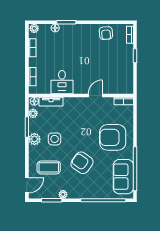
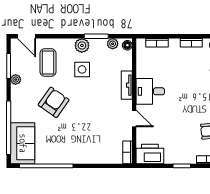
desk: (62, 82) -> (150, 91), moved
printer: (125, 82) -> (150, 154), added
tv unit: (51, 102) -> (127, 85), moved
armchair: (113, 137) -> (84, 139), removed
sofa: (123, 177) -> (23, 143), moved, turned 90

